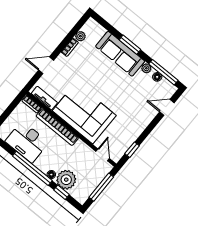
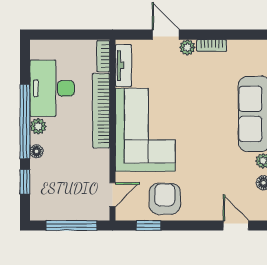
plant: (80, 36) -> (187, 47), moved
armchair: (126, 131) -> (165, 199), added
plant: (66, 180) -> (38, 126), moved, width x0.53, depth x0.53

